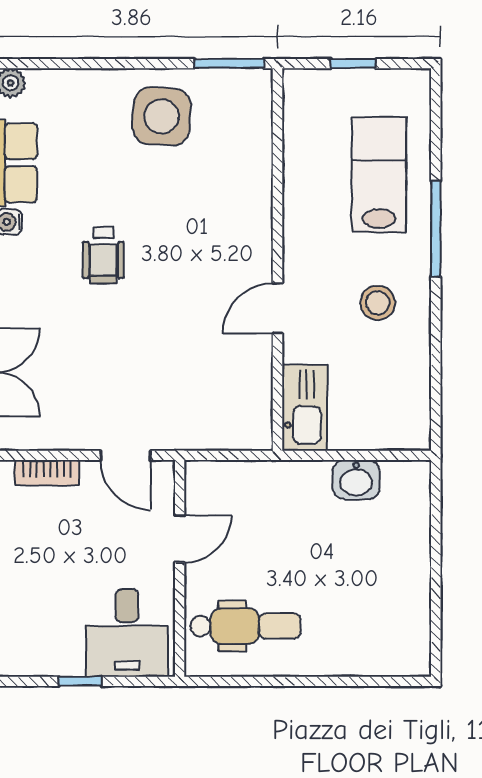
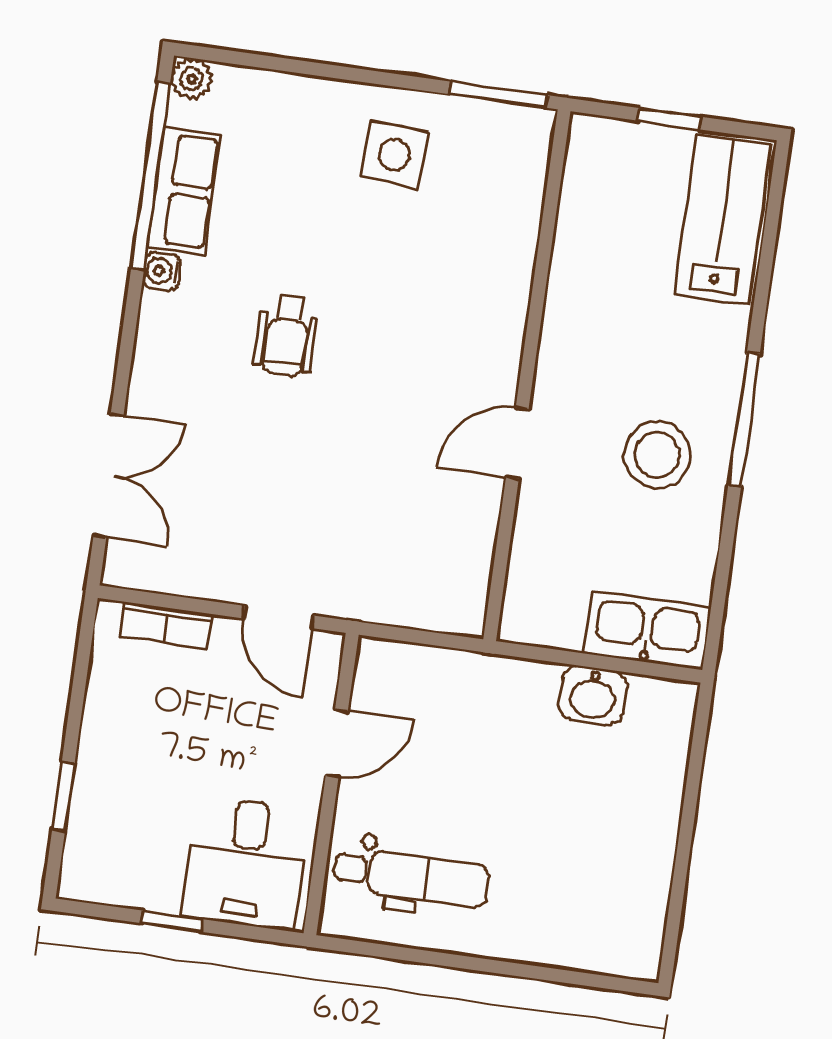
side table: (162, 116) -> (394, 155), width x0.73, depth x0.73
lab bench: (379, 175) -> (723, 219), moved
window: (436, 229) -> (744, 419), moved
stool: (378, 303) -> (657, 455), width x1.38, depth x1.38
kitchen sink: (305, 408) -> (647, 630), moved, turned -90

